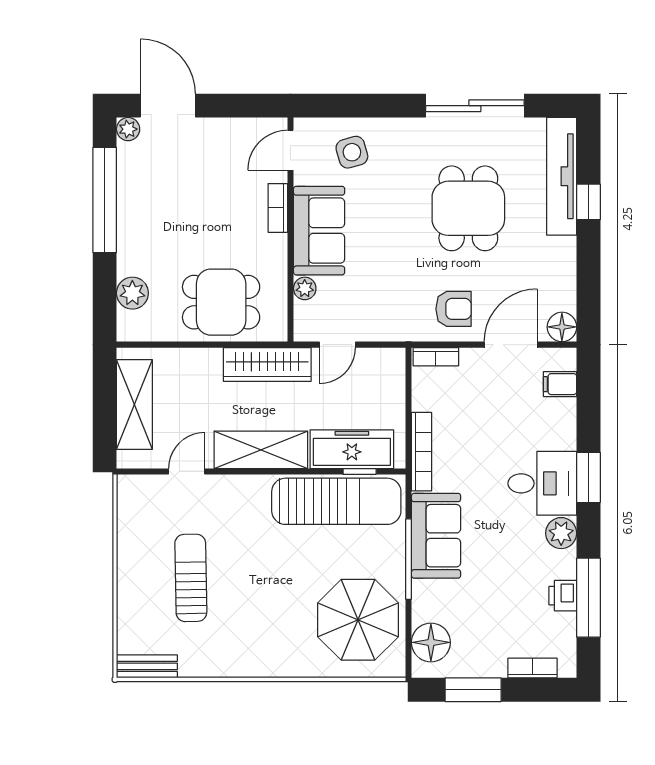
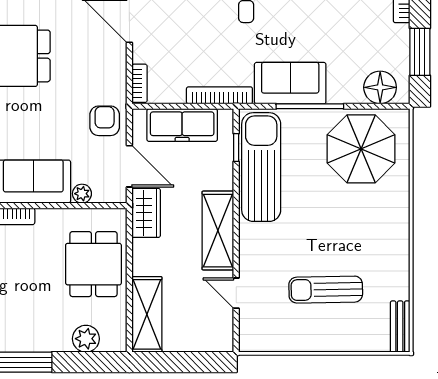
armchair: (454, 309) -> (105, 121), moved
door: (337, 345) -> (129, 166), width x1.38
wardrobe: (267, 365) -> (146, 213), width x0.67
shelving: (134, 405) -> (147, 314), moved, turned 90
freezer: (352, 449) -> (182, 125), moved, turned -90

